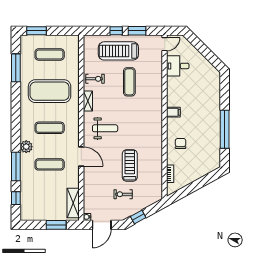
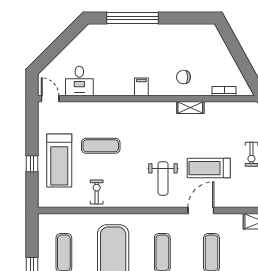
window: (137, 31) -> (32, 136), removed
shelving: (88, 101) -> (190, 108), moved
weight bench: (105, 128) -> (163, 178), turned 180
window: (225, 129) -> (133, 18), moved
treadmill: (130, 165) -> (209, 168), moved

